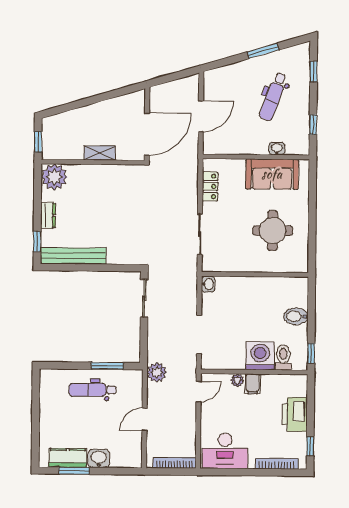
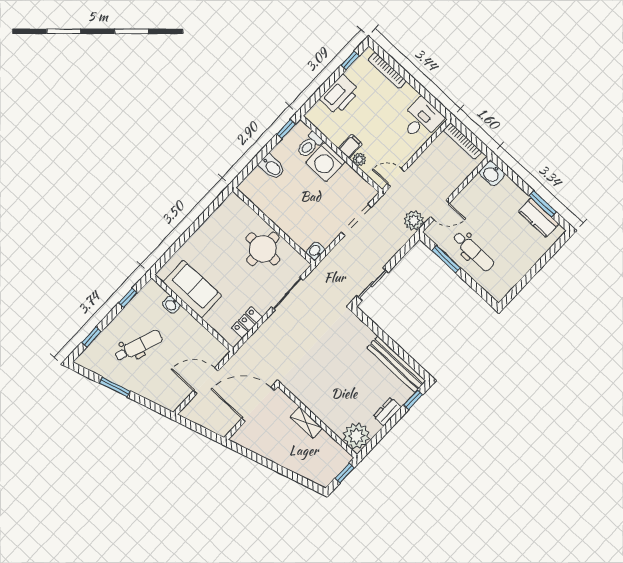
round table: (273, 231) -> (263, 249), moved
door: (144, 419) -> (440, 210), moved
desk: (225, 451) -> (421, 120), width x0.73
washbasin: (99, 458) -> (492, 174), moved

